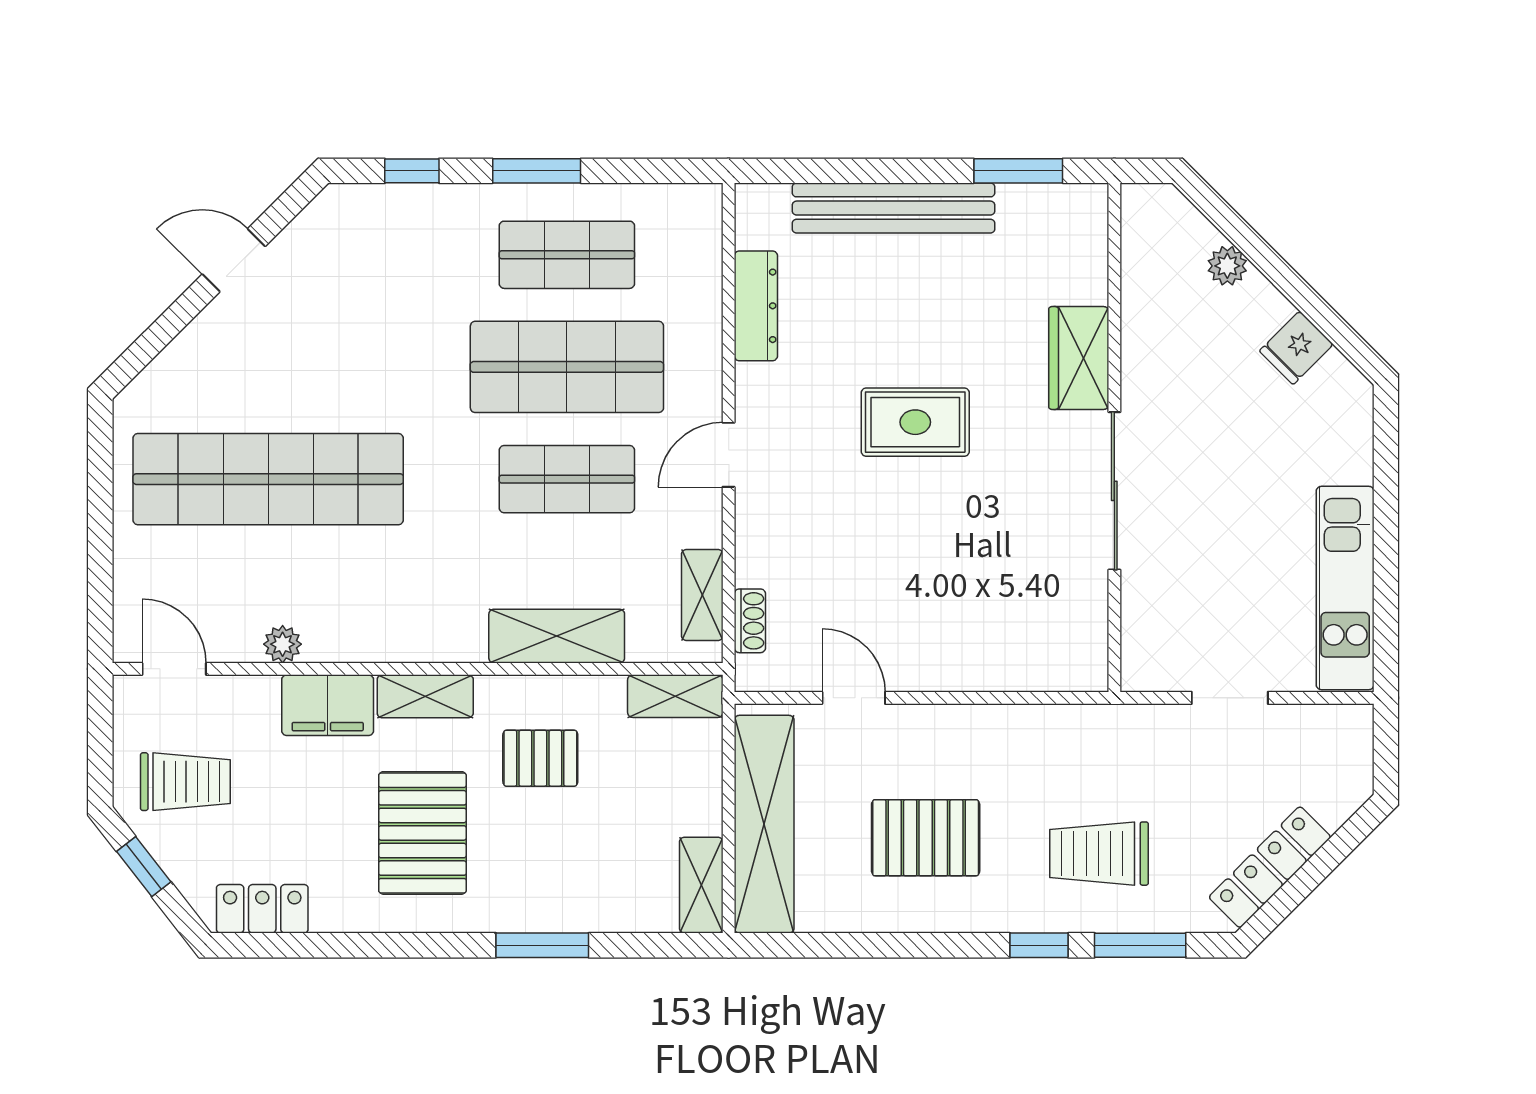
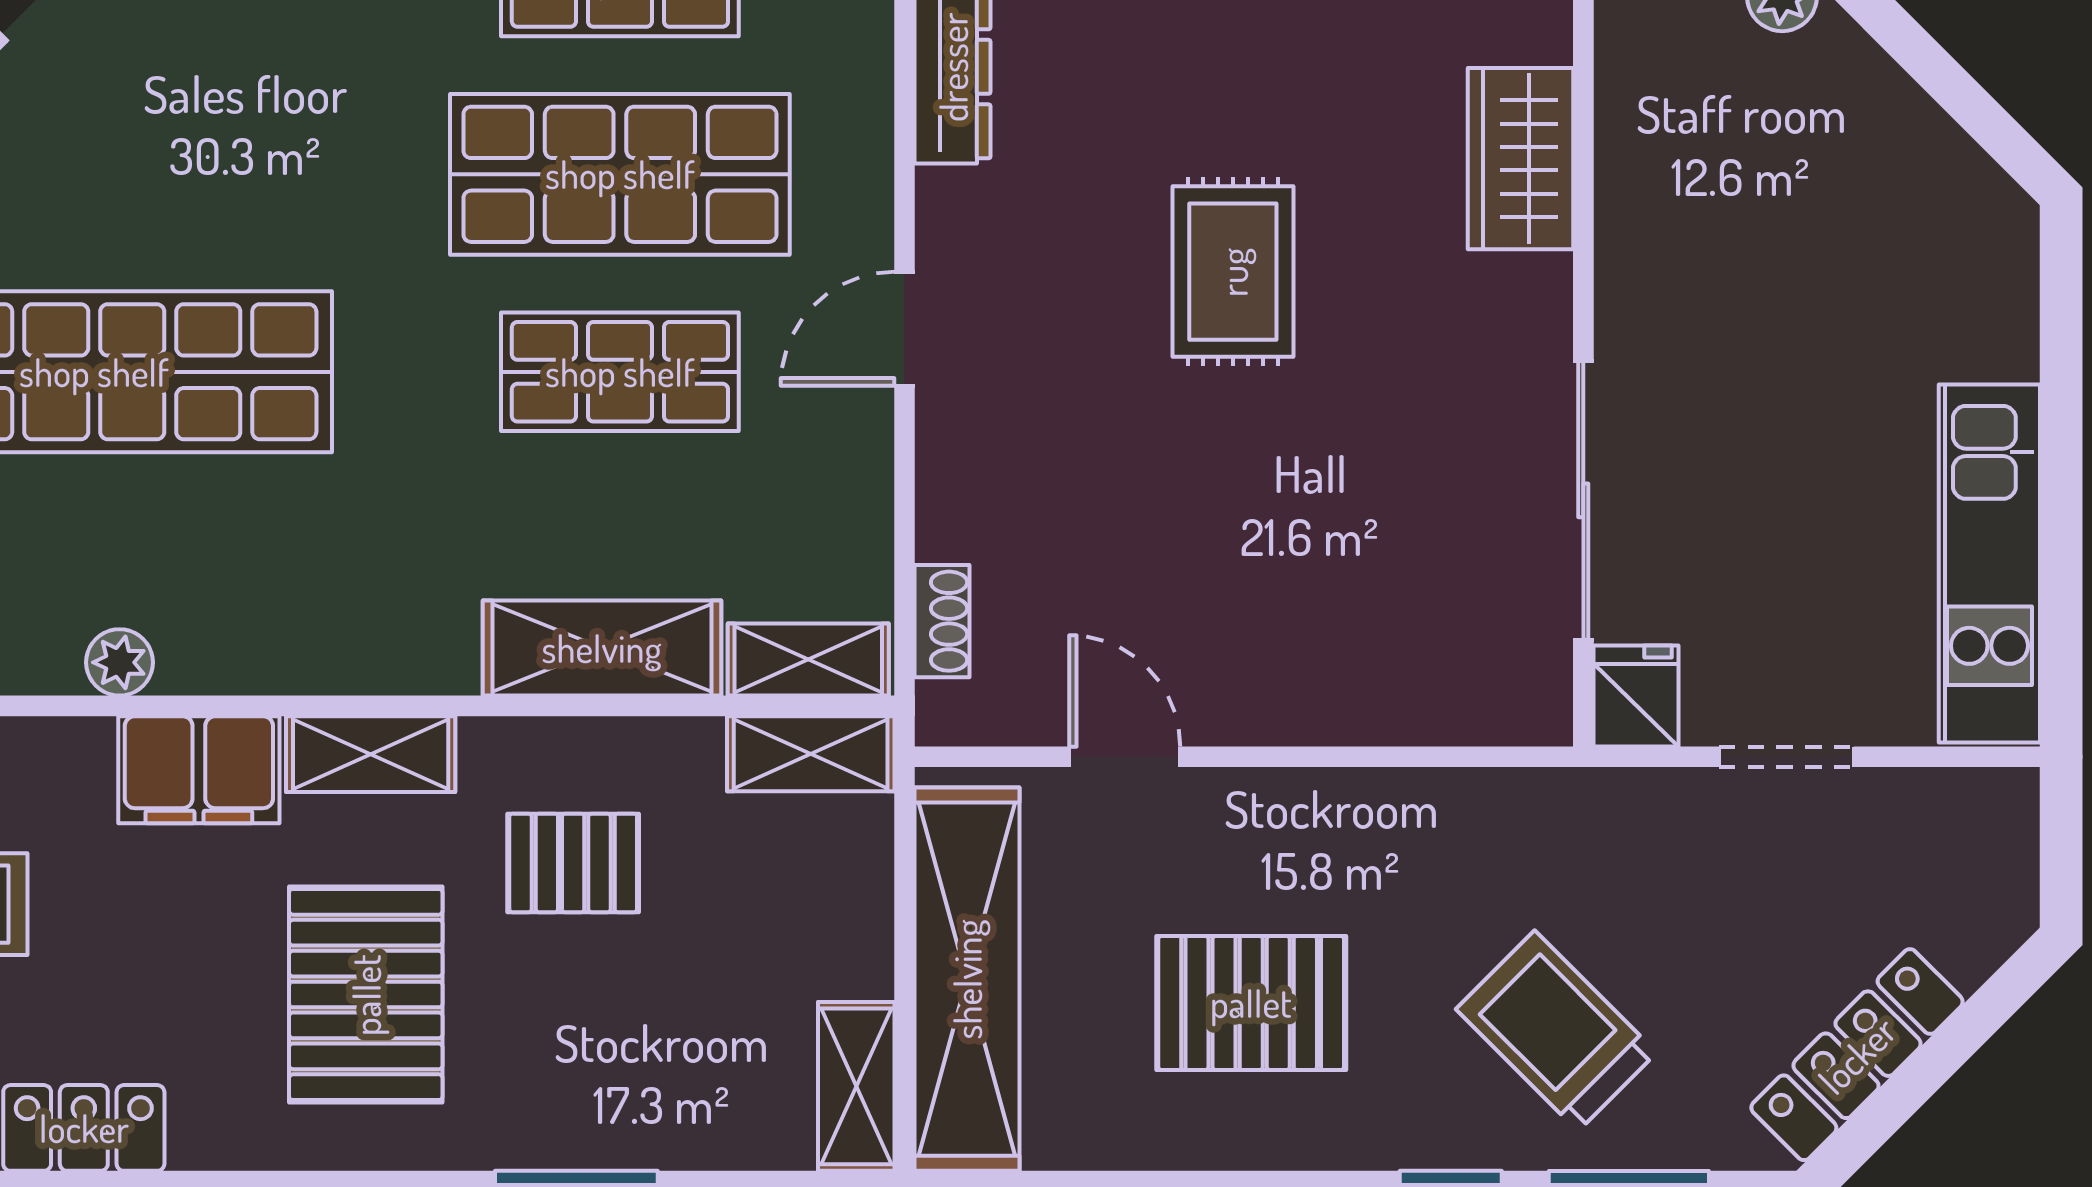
fridge: (1296, 348) -> (1636, 696), moved, turned 135
rug: (915, 422) -> (1233, 272), turned 90
sliding door: (1114, 491) -> (1583, 500), moved
shelving: (702, 595) -> (808, 660), moved, turned 90
trolley: (1099, 854) -> (1556, 1031), turned 45

